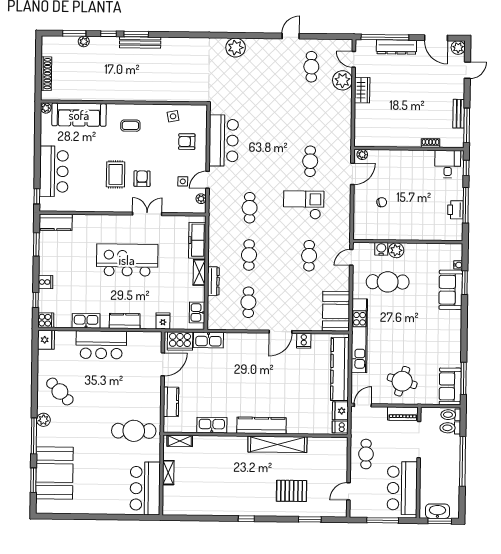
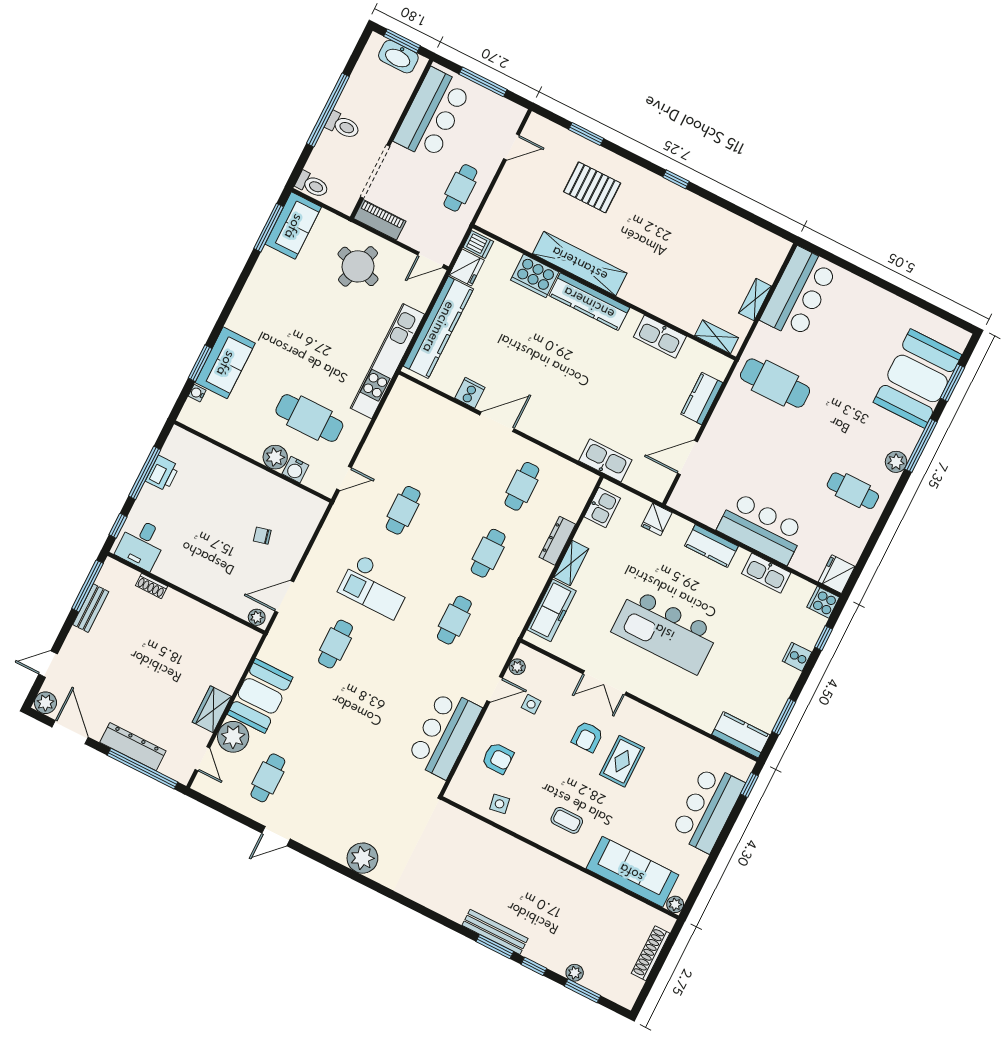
booth: (336, 311) -> (260, 696), moved
cooker: (180, 341) -> (535, 276), moved, turned 180
cafe table: (60, 392) -> (853, 491), turned -46
toilet: (450, 428) -> (343, 126), moved

